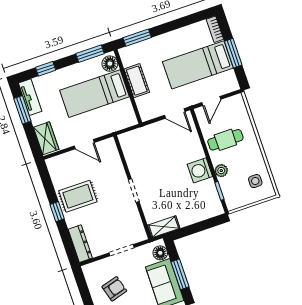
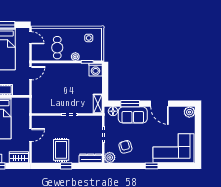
door: (211, 101) -> (30, 38), moved
washing machine: (200, 170) -> (96, 70), moved
plant: (91, 271) -> (110, 157), added

